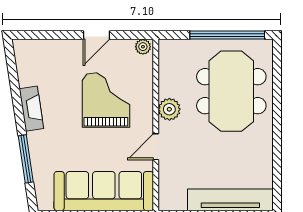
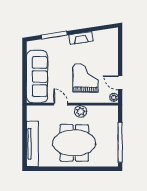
door: (96, 35) -> (120, 83), moved
meeting table: (231, 91) -> (74, 143), moved
grand piano: (106, 100) -> (85, 78), turned -90

